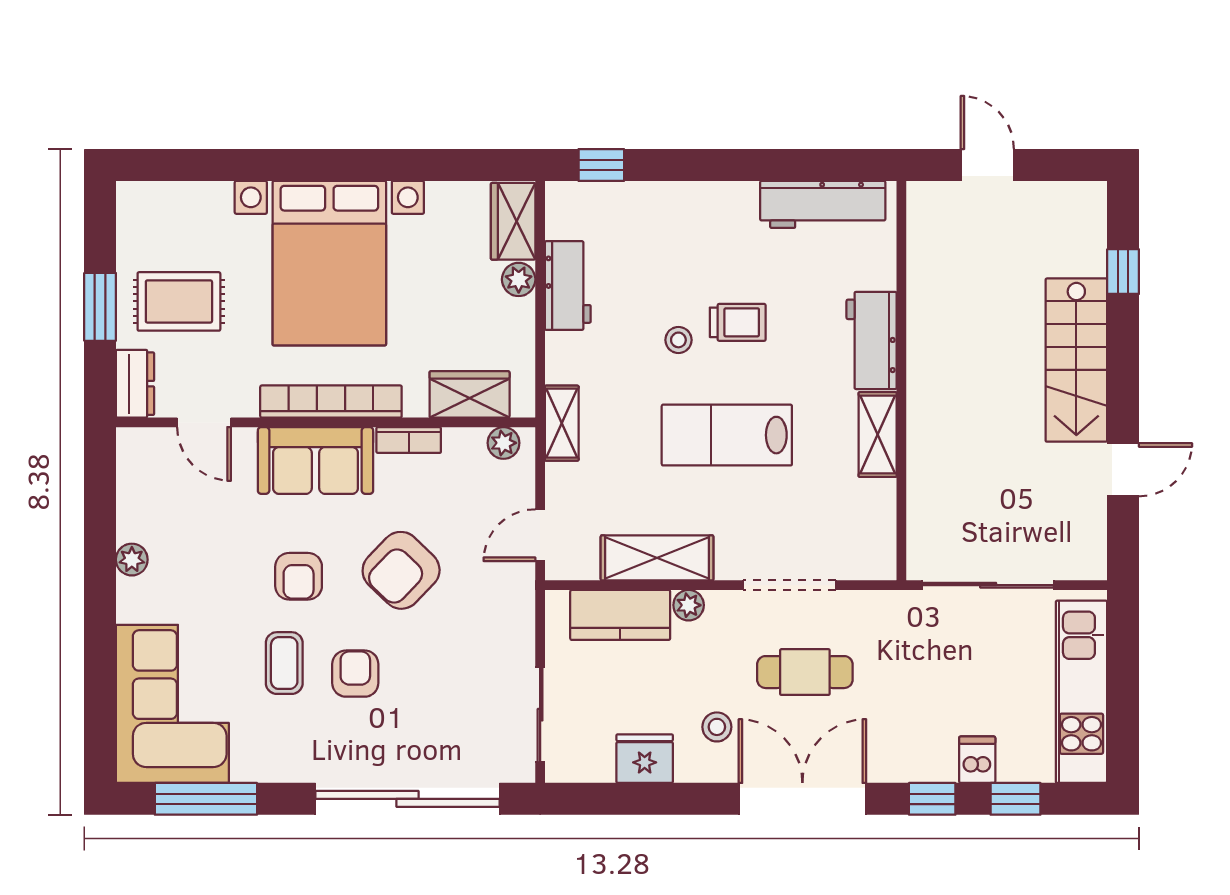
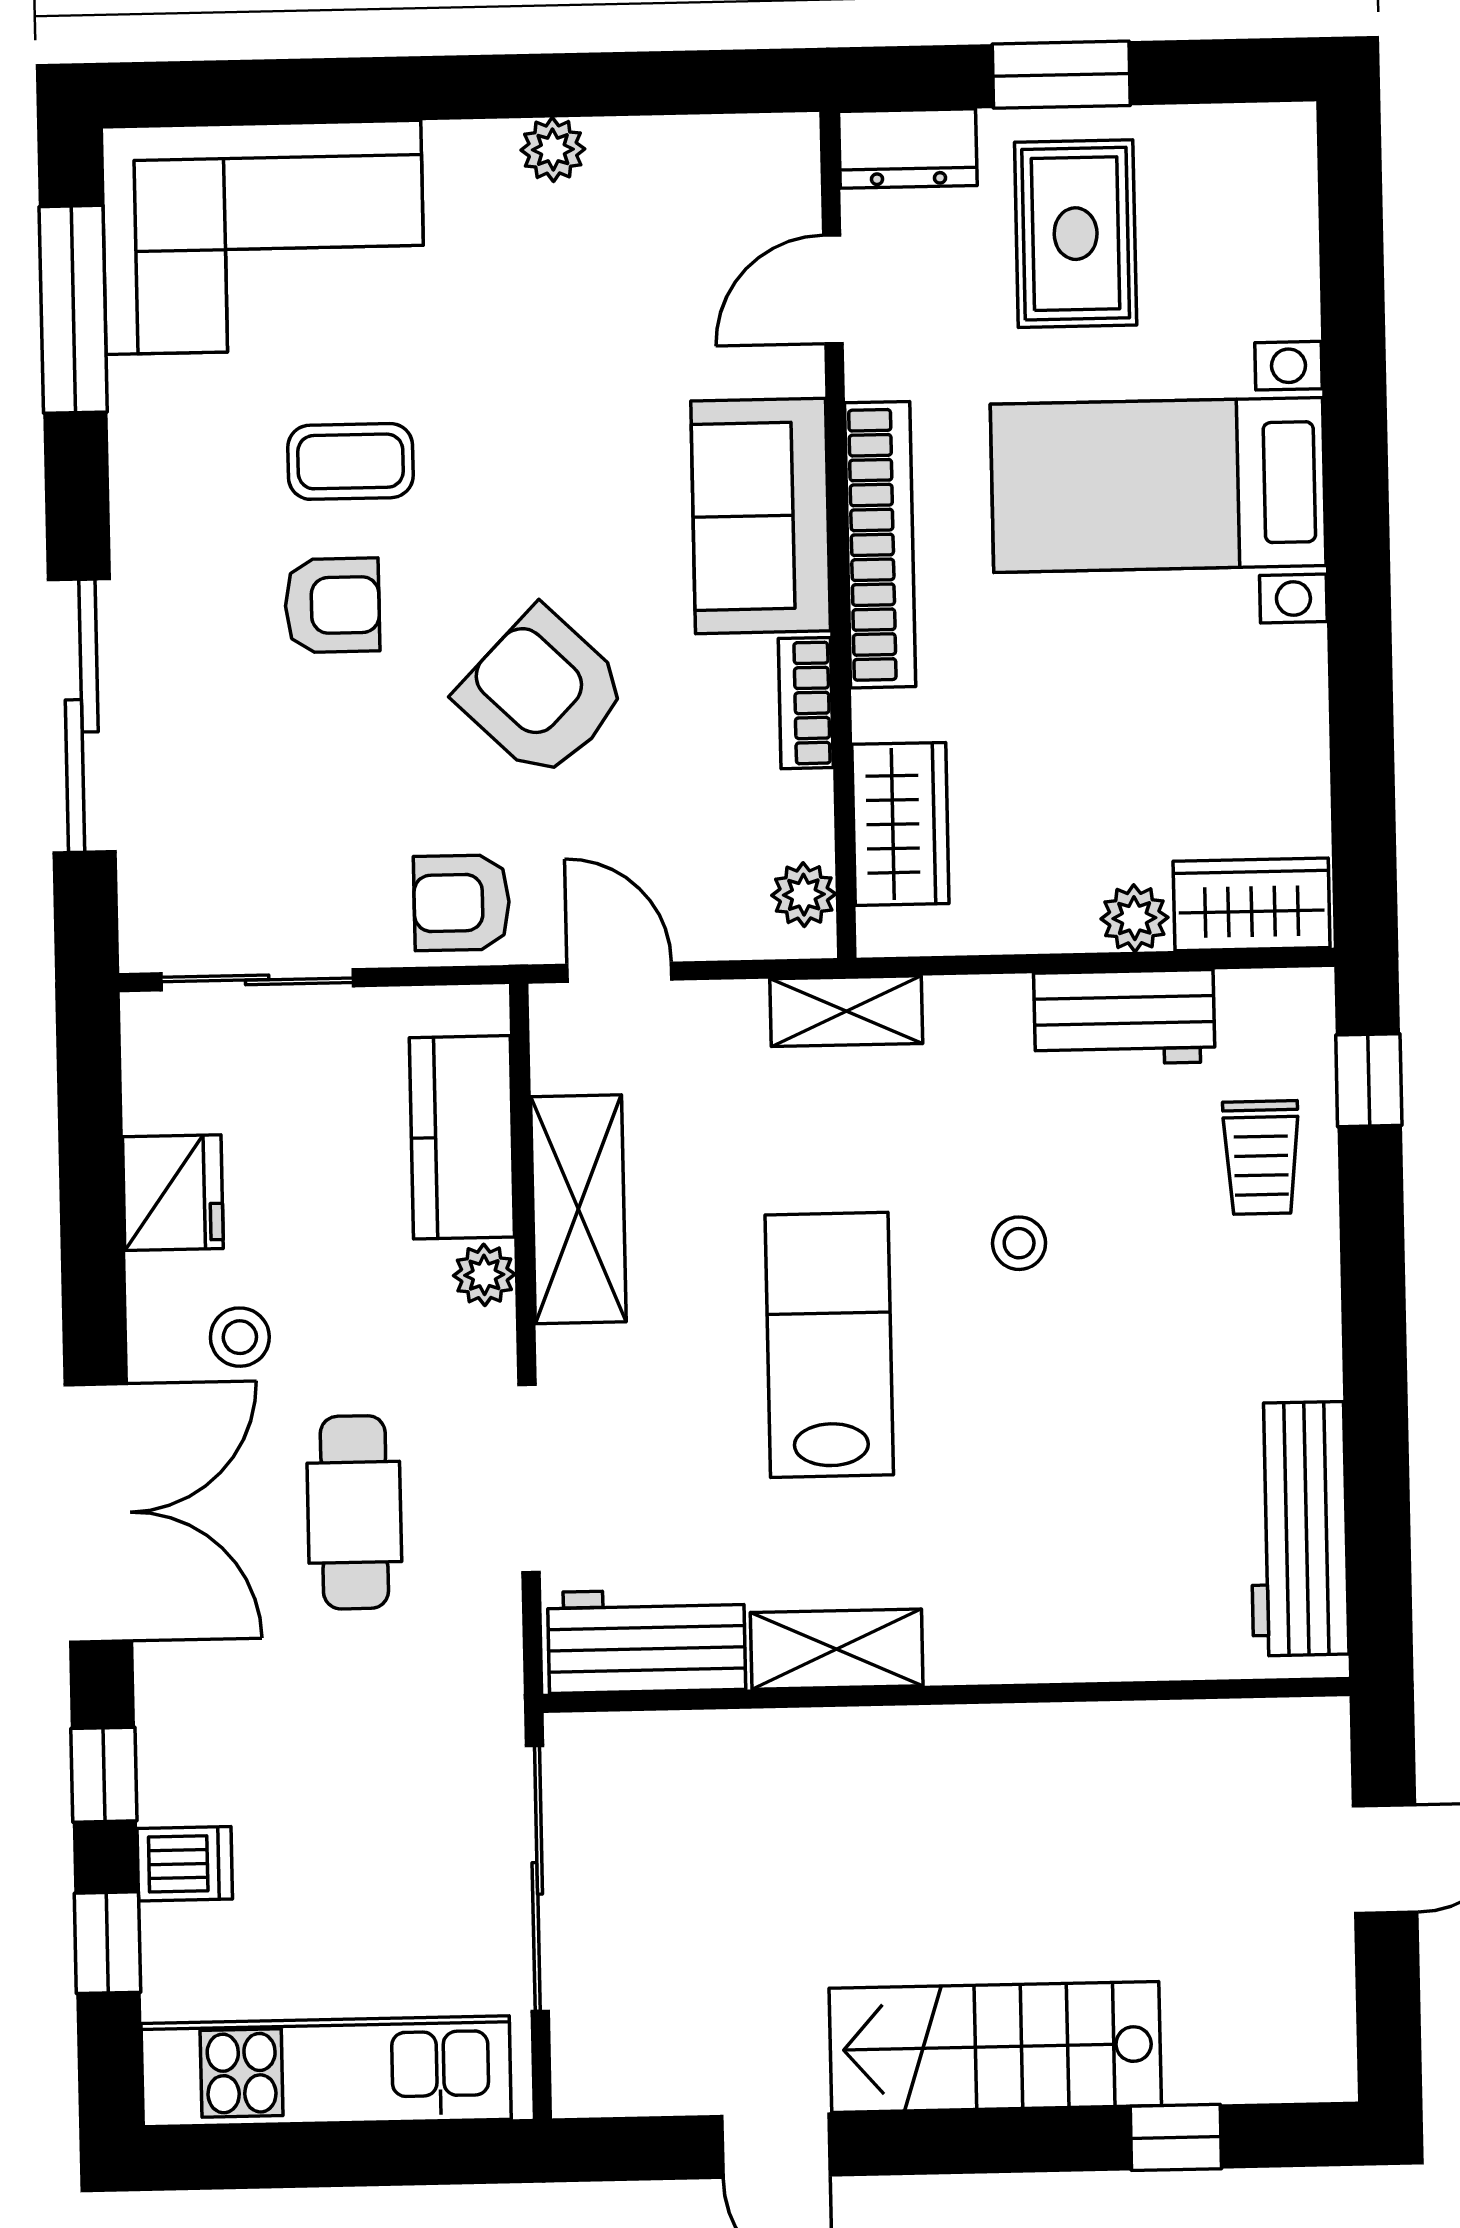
bed with nightstands: (329, 263) -> (1158, 485), width x0.73
trolley: (738, 322) -> (1261, 1158), moved
workbench: (872, 340) -> (647, 1641), moved
armchair: (299, 576) -> (462, 903), moved
sliding door: (407, 799) -> (82, 716), width x0.73

